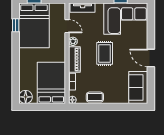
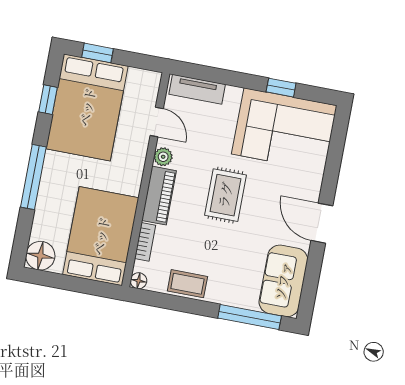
window: (16, 62) -> (33, 177), added
window: (126, 107) -> (250, 317), added

